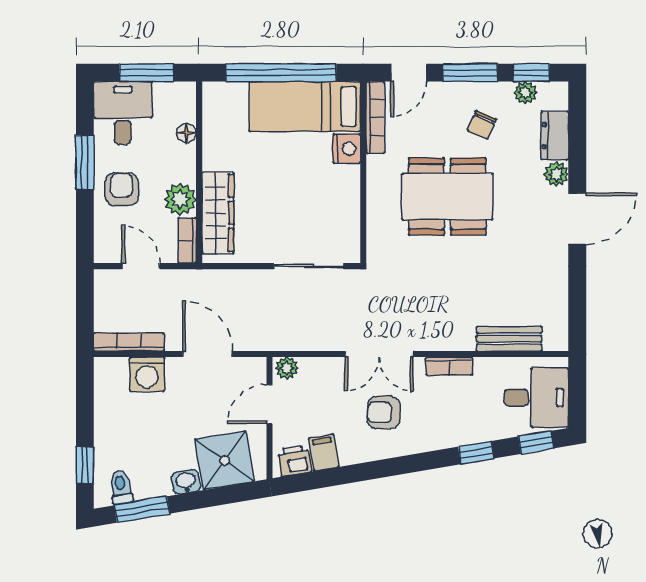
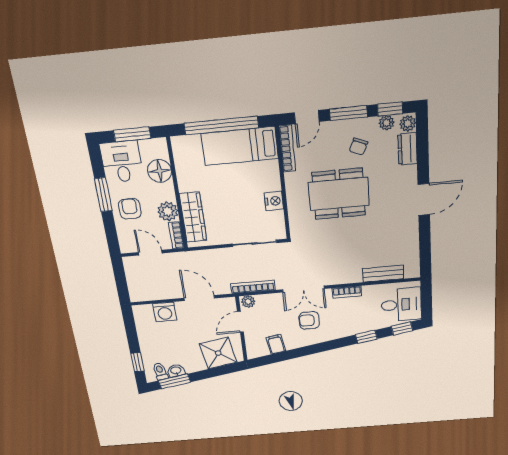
floor lamp: (187, 133) -> (160, 171), width x1.89, depth x1.89
nightstand: (347, 149) -> (274, 201), moved
plant: (556, 174) -> (408, 123), moved
bookcase: (129, 342) -> (253, 287), moved
printer: (295, 461) -> (259, 350), removed
washbasin: (186, 482) -> (176, 371), moved

